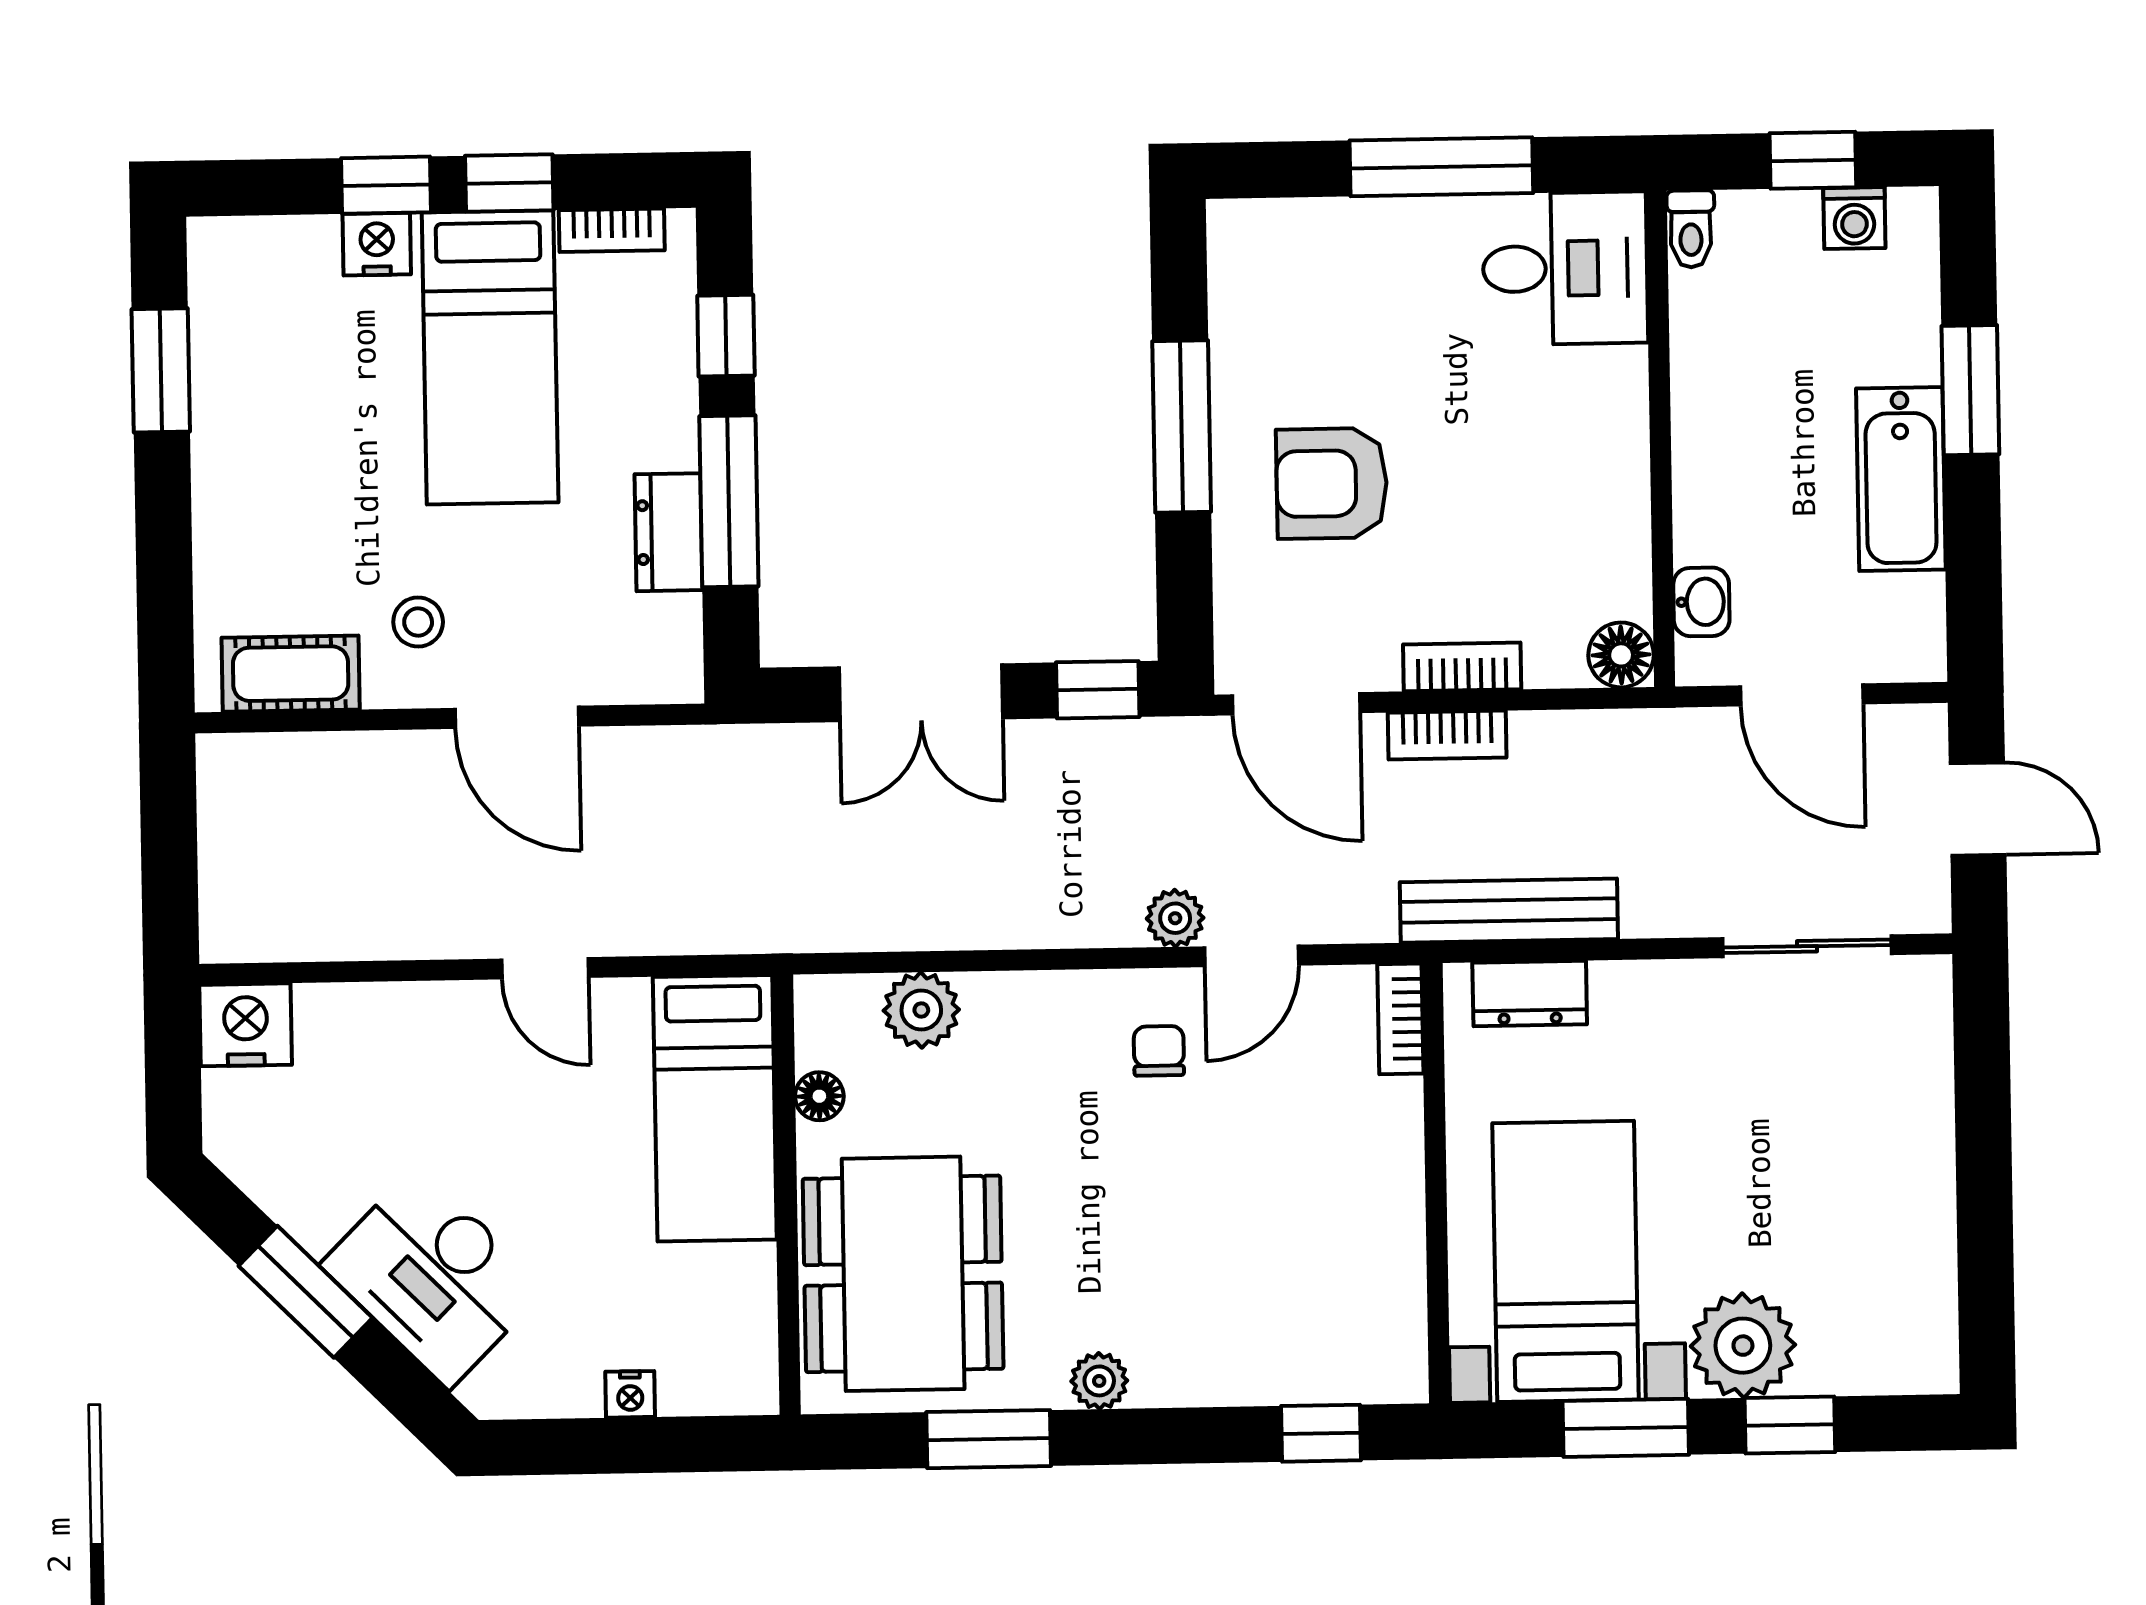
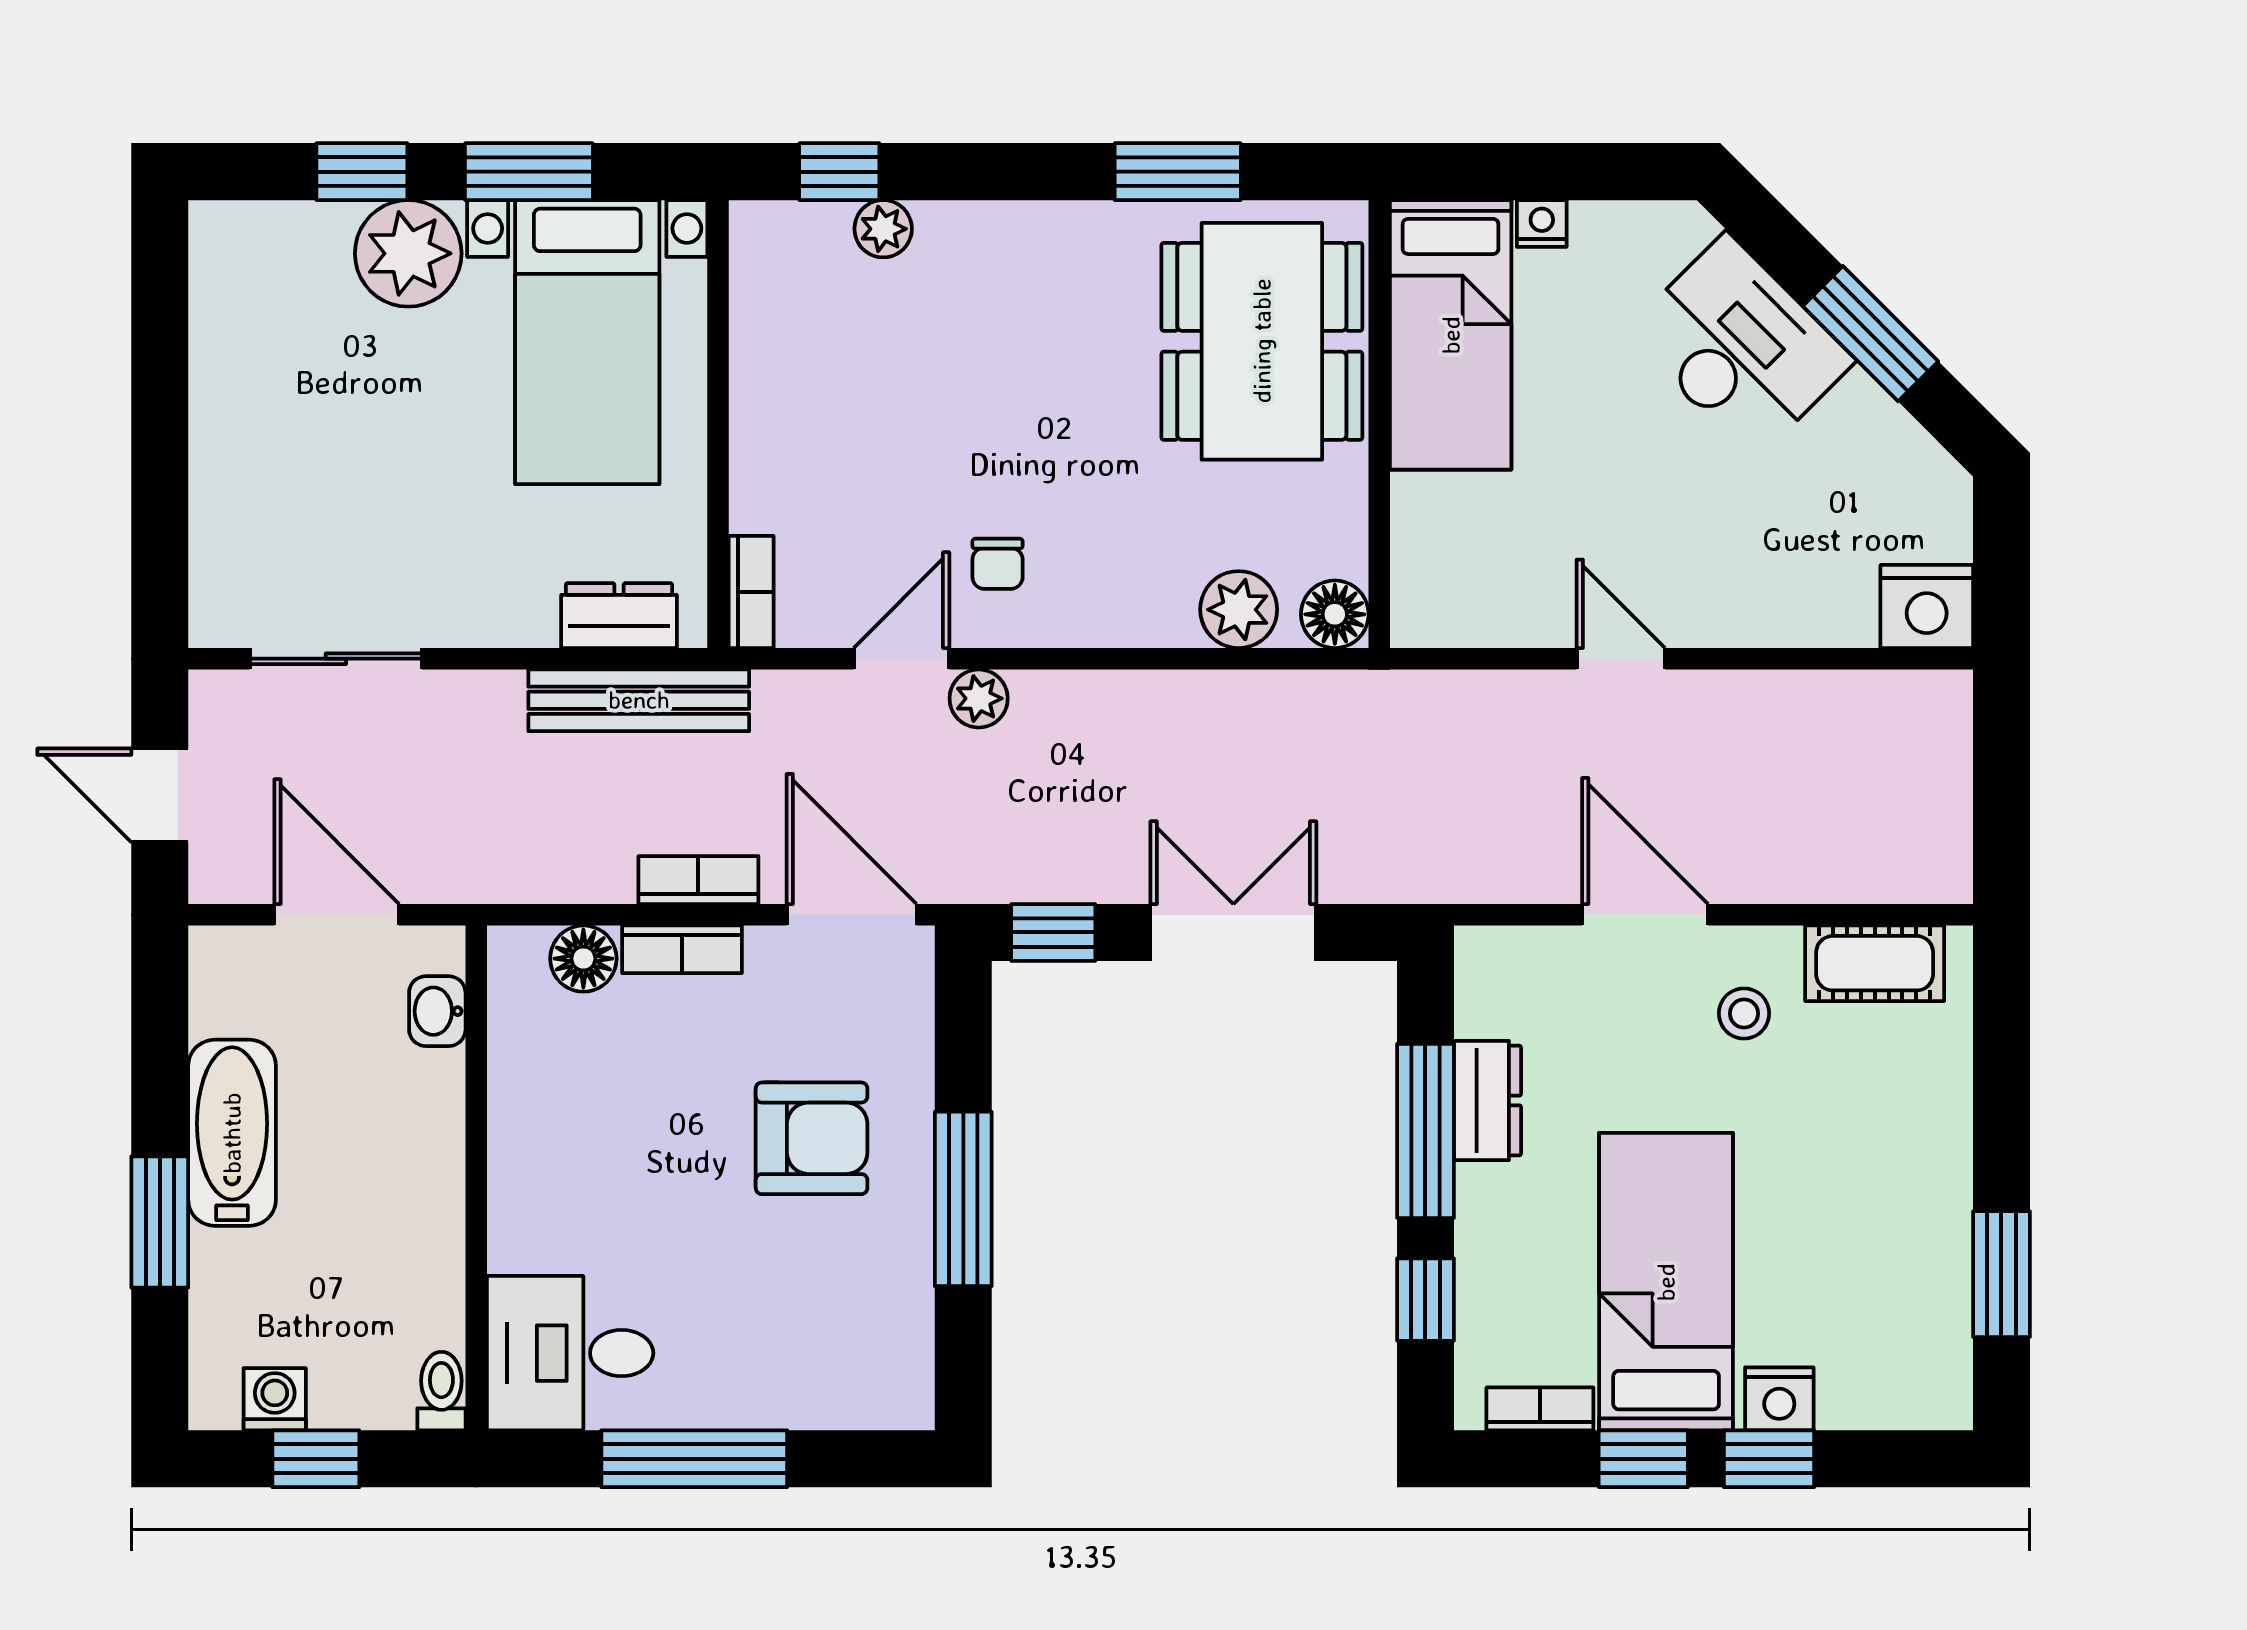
floor lamp: (1621, 655) -> (583, 959), moved
floor lamp: (819, 1096) -> (1335, 614), moved, width x1.37, depth x1.37
bed: (715, 1108) -> (1451, 335), moved, turned 180
plant: (1099, 1381) -> (883, 229), moved

